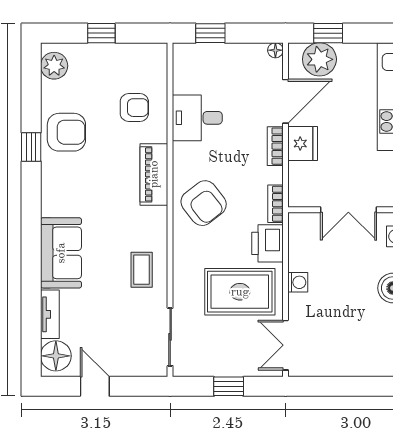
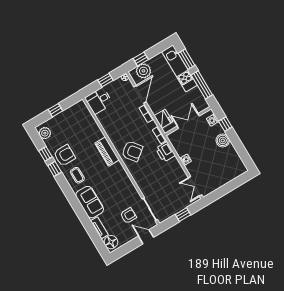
window: (210, 33) -> (106, 80), moved
window: (31, 107) -> (46, 154), added
armchair: (134, 108) -> (128, 216), moved
desk: (197, 118) -> (99, 101), moved
fridge: (303, 144) -> (163, 119), moved
double door: (348, 210) -> (188, 121), swing flipped
coffee table: (142, 270) -> (77, 175), moved
rug: (240, 292) -> (166, 176), removed
door: (95, 386) -> (146, 237), moved

